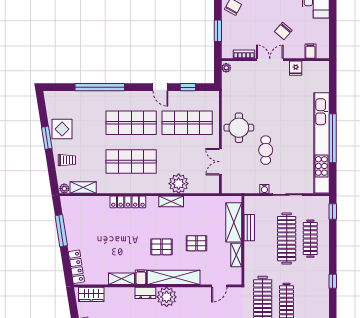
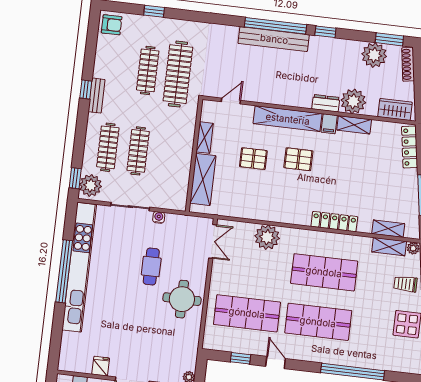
double door: (220, 162) -> (213, 241), moved
shelving: (171, 201) -> (388, 229), moved
plant: (320, 207) -> (91, 185), added
bench: (249, 228) -> (97, 96), moved
clothes rail: (287, 239) -> (138, 151), width x0.73, depth x0.76
plant: (167, 297) -> (353, 101), moved

